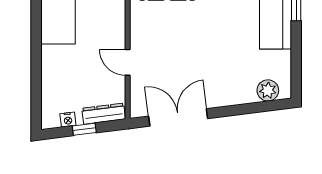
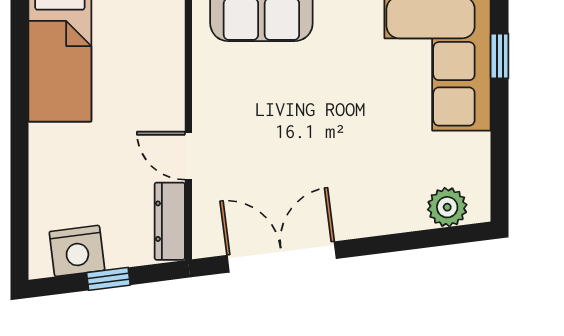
dresser: (104, 114) -> (170, 221), moved, turned -83
nightstand: (68, 120) -> (77, 251), width x1.89, depth x1.79

